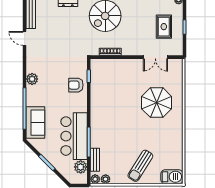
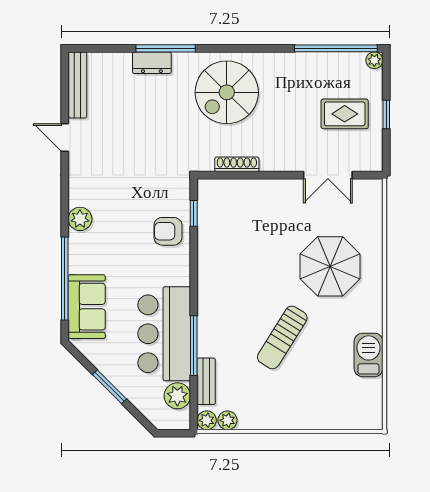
rug: (164, 27) -> (345, 114), turned 90
sun lounger: (140, 166) -> (282, 337), moved
barbecue: (172, 177) -> (368, 355), moved, turned -90

